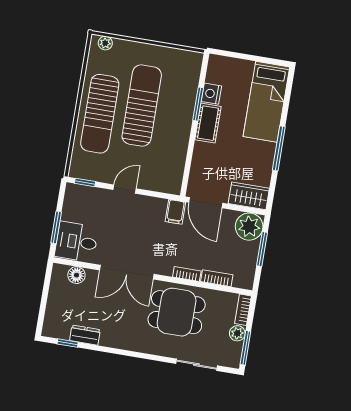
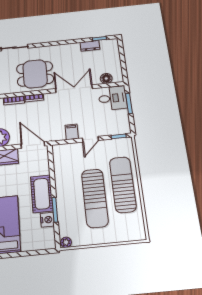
plant: (105, 43) -> (66, 242), moved
cot: (208, 123) -> (42, 194), width x1.37, depth x1.34
filing cabinet: (175, 212) -> (72, 132), moved

